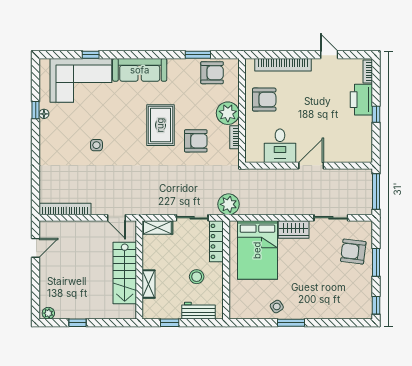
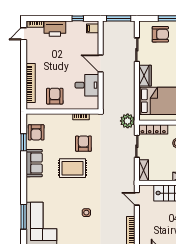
window: (91, 55) -> (24, 217), width x2.17
door: (329, 55) -> (24, 34), moved
sofa: (140, 70) -> (34, 163), moved, width x0.73
armchair: (212, 73) -> (36, 132), turned 180
plant: (228, 113) -> (64, 121), removed
window: (376, 114) -> (78, 18), moved
filing cabinet: (362, 154) -> (93, 28), added
door: (116, 218) -> (137, 199), swing flipped
armchair: (353, 252) -> (160, 34), turned -97

